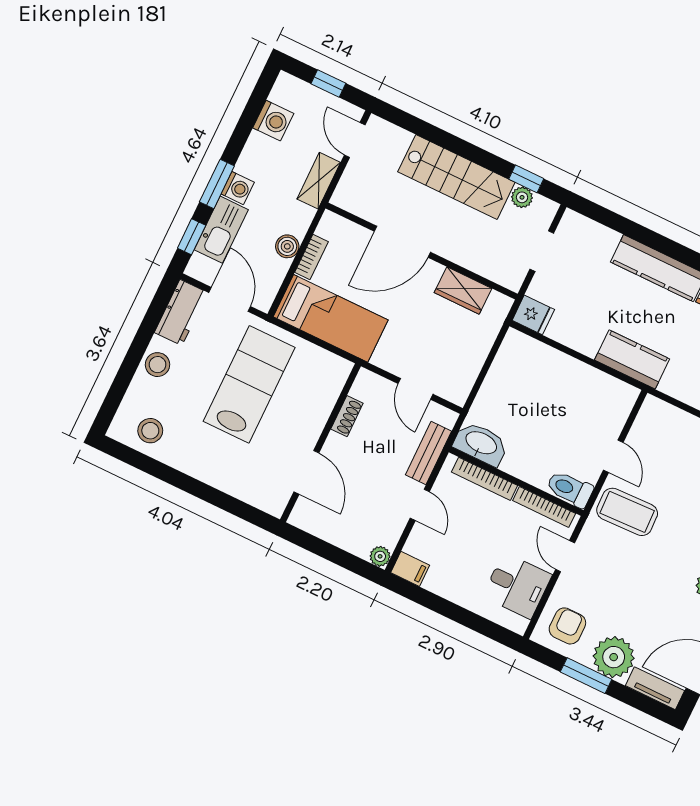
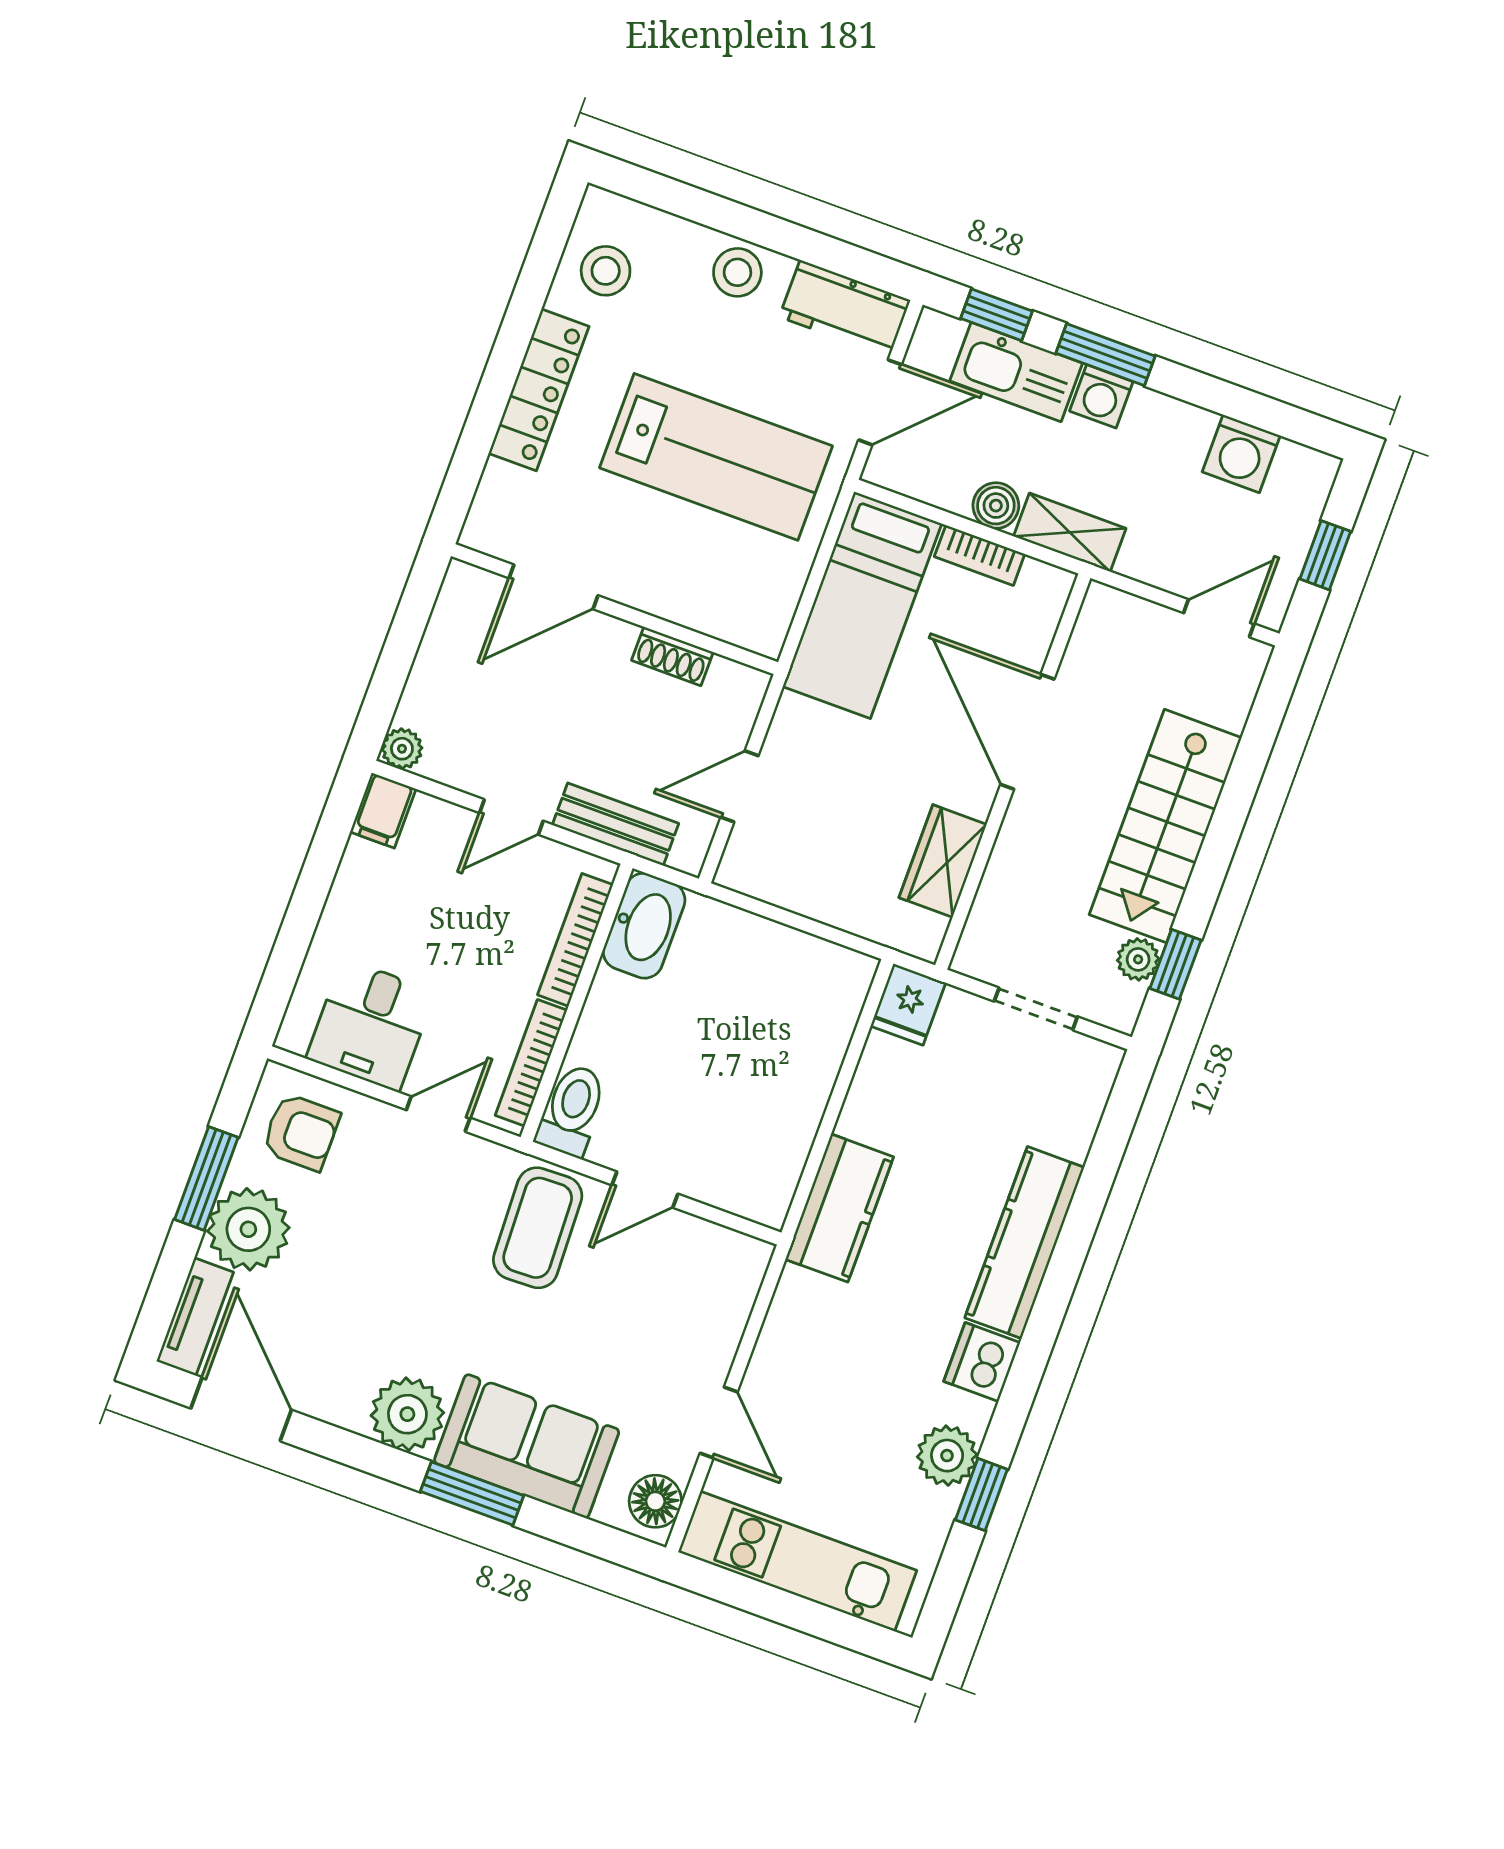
shelving: (319, 181) -> (1070, 532), moved
locker: (207, 470) -> (539, 390), added

